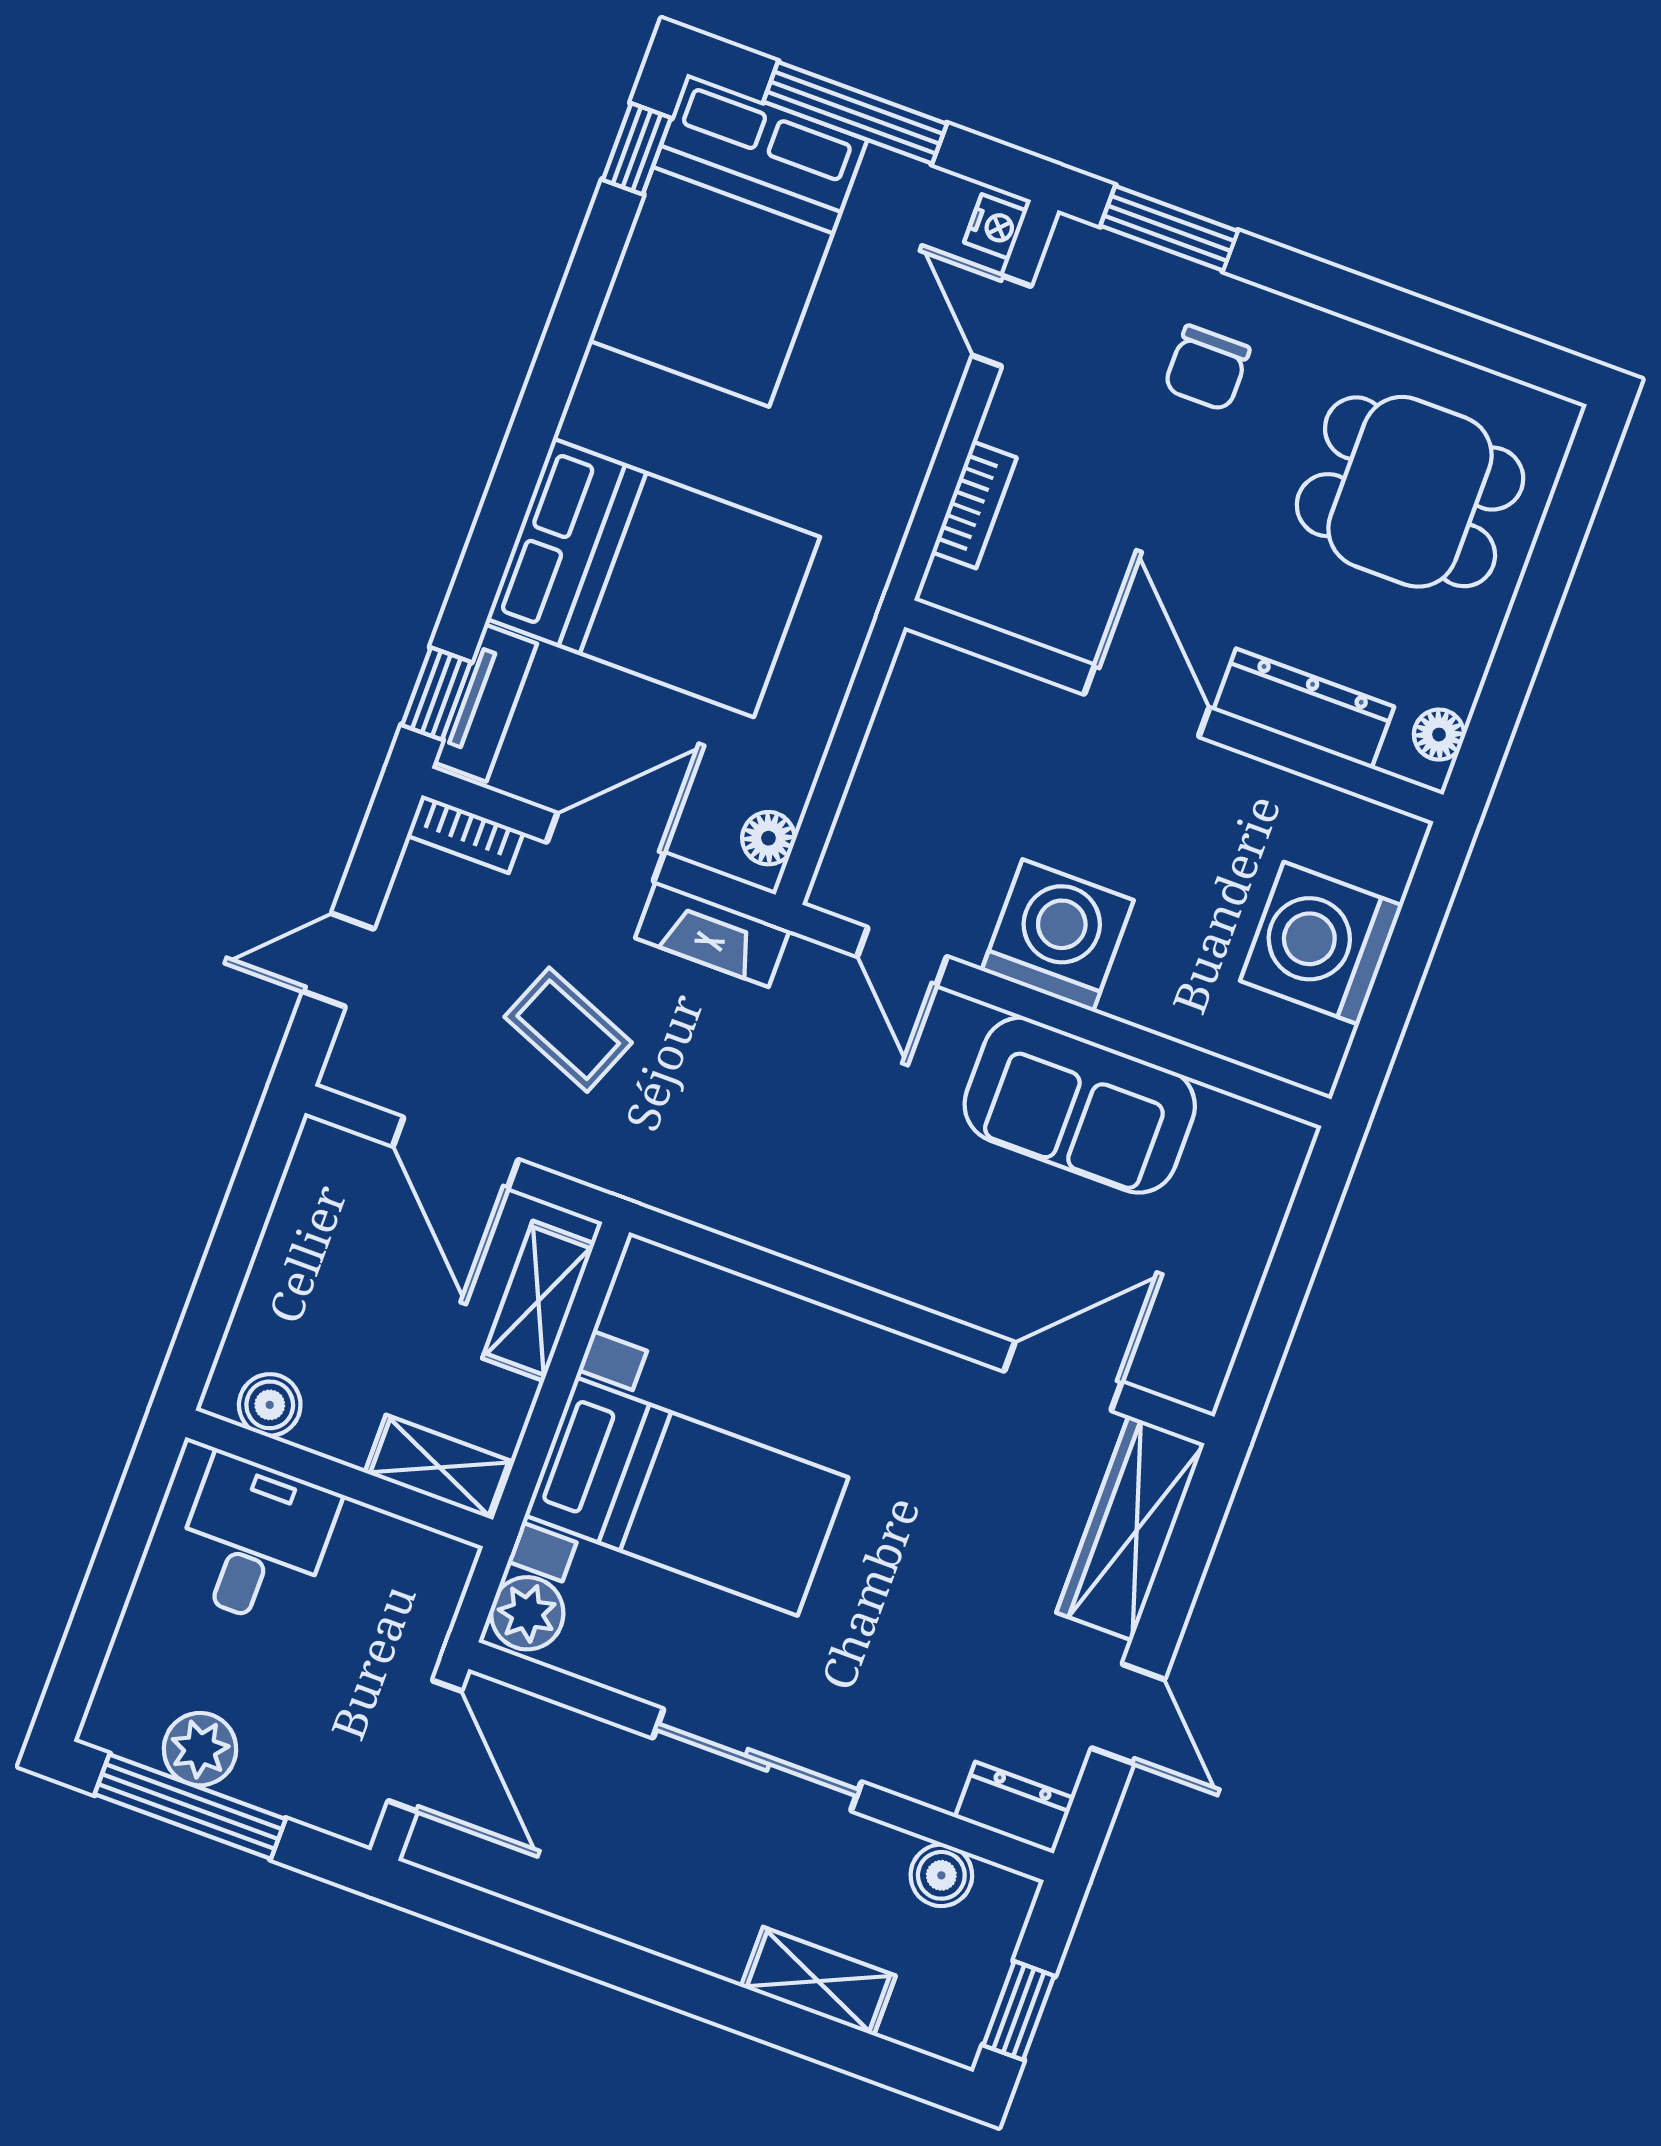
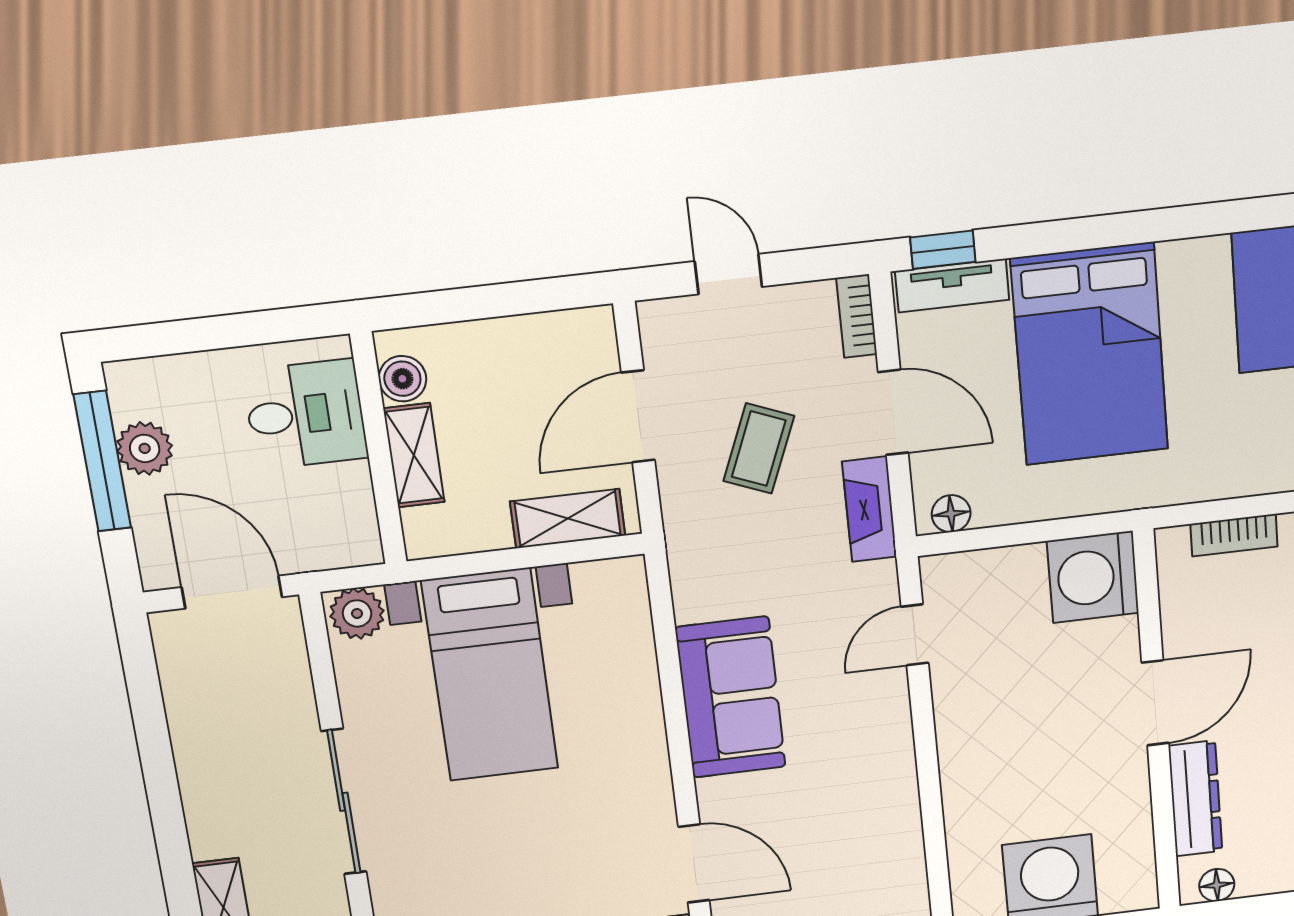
washing machine: (1058, 935) -> (1093, 577), moved, turned 180
sofa: (1080, 1105) -> (731, 697), moved, turned 180
shelving: (439, 1467) -> (414, 455), moved
door: (425, 1746) -> (232, 592), swing flipped

